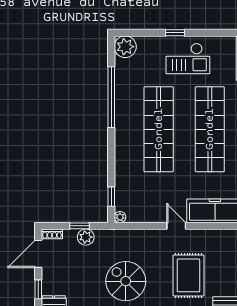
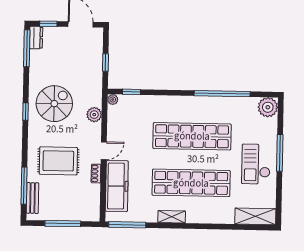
window: (175, 33) -> (280, 153), width x2.17
shoe rack: (52, 234) -> (96, 174), moved
plant: (86, 237) -> (94, 115), moved

